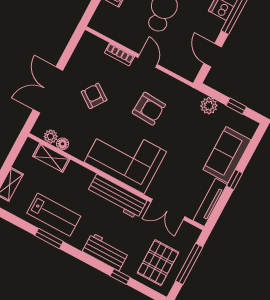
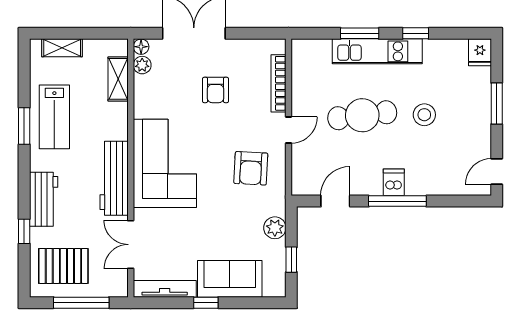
bookcase: (119, 55) -> (279, 83), width x1.56
armchair: (94, 96) -> (215, 90), turned 145
armchair: (149, 109) -> (251, 168), moved
floor lamp: (63, 144) -> (141, 47), moved

